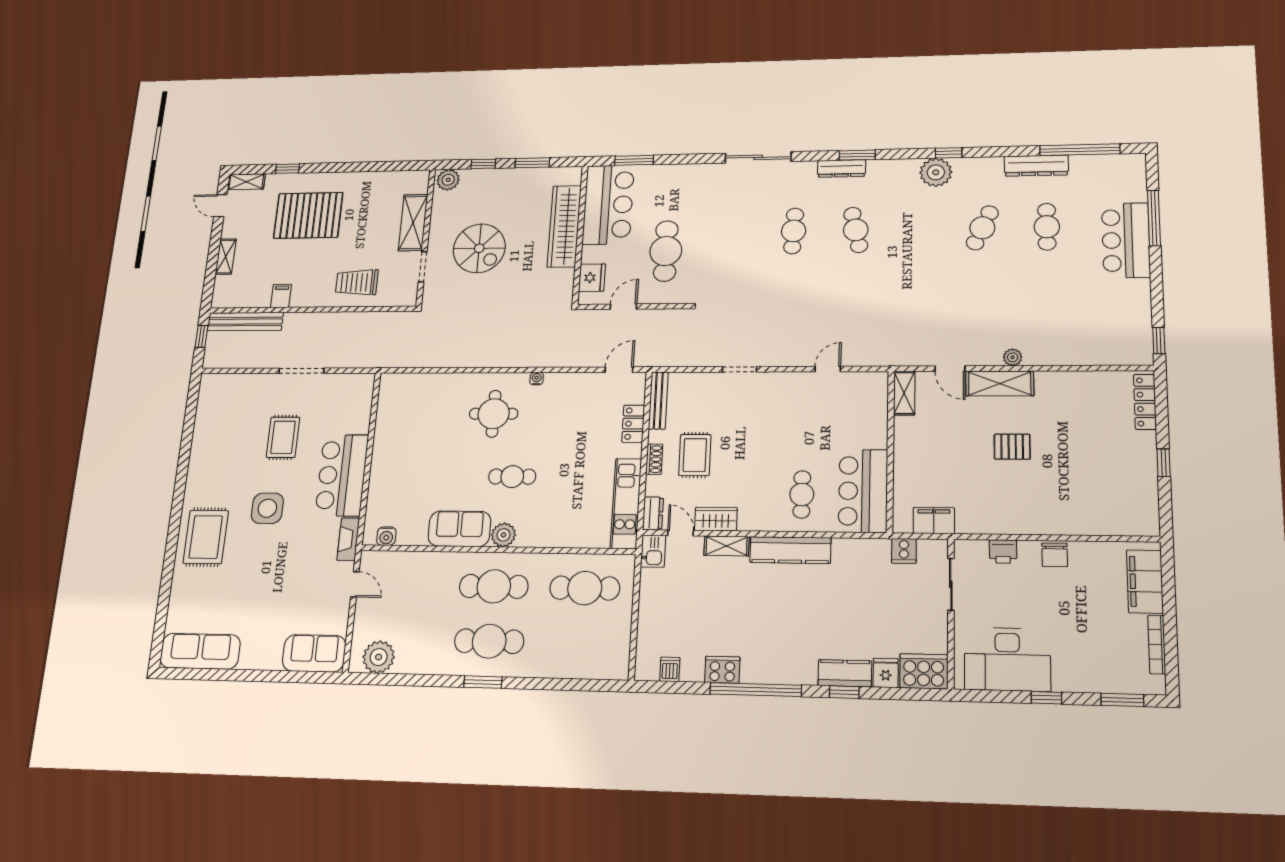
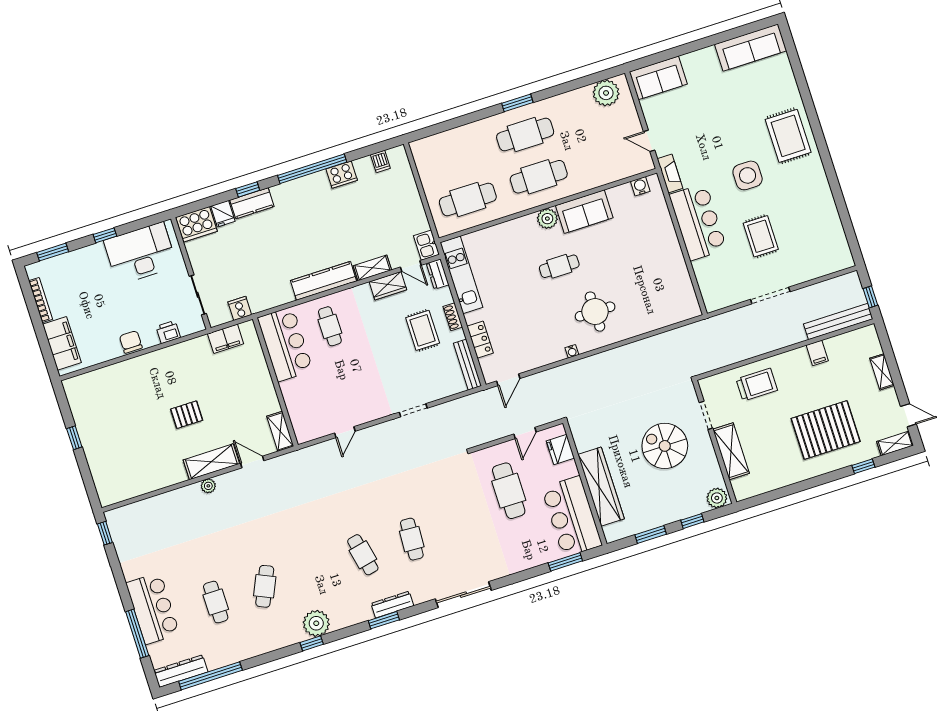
dresser: (1036, 166) -> (181, 671), moved
locker: (1145, 402) -> (101, 481), removed

